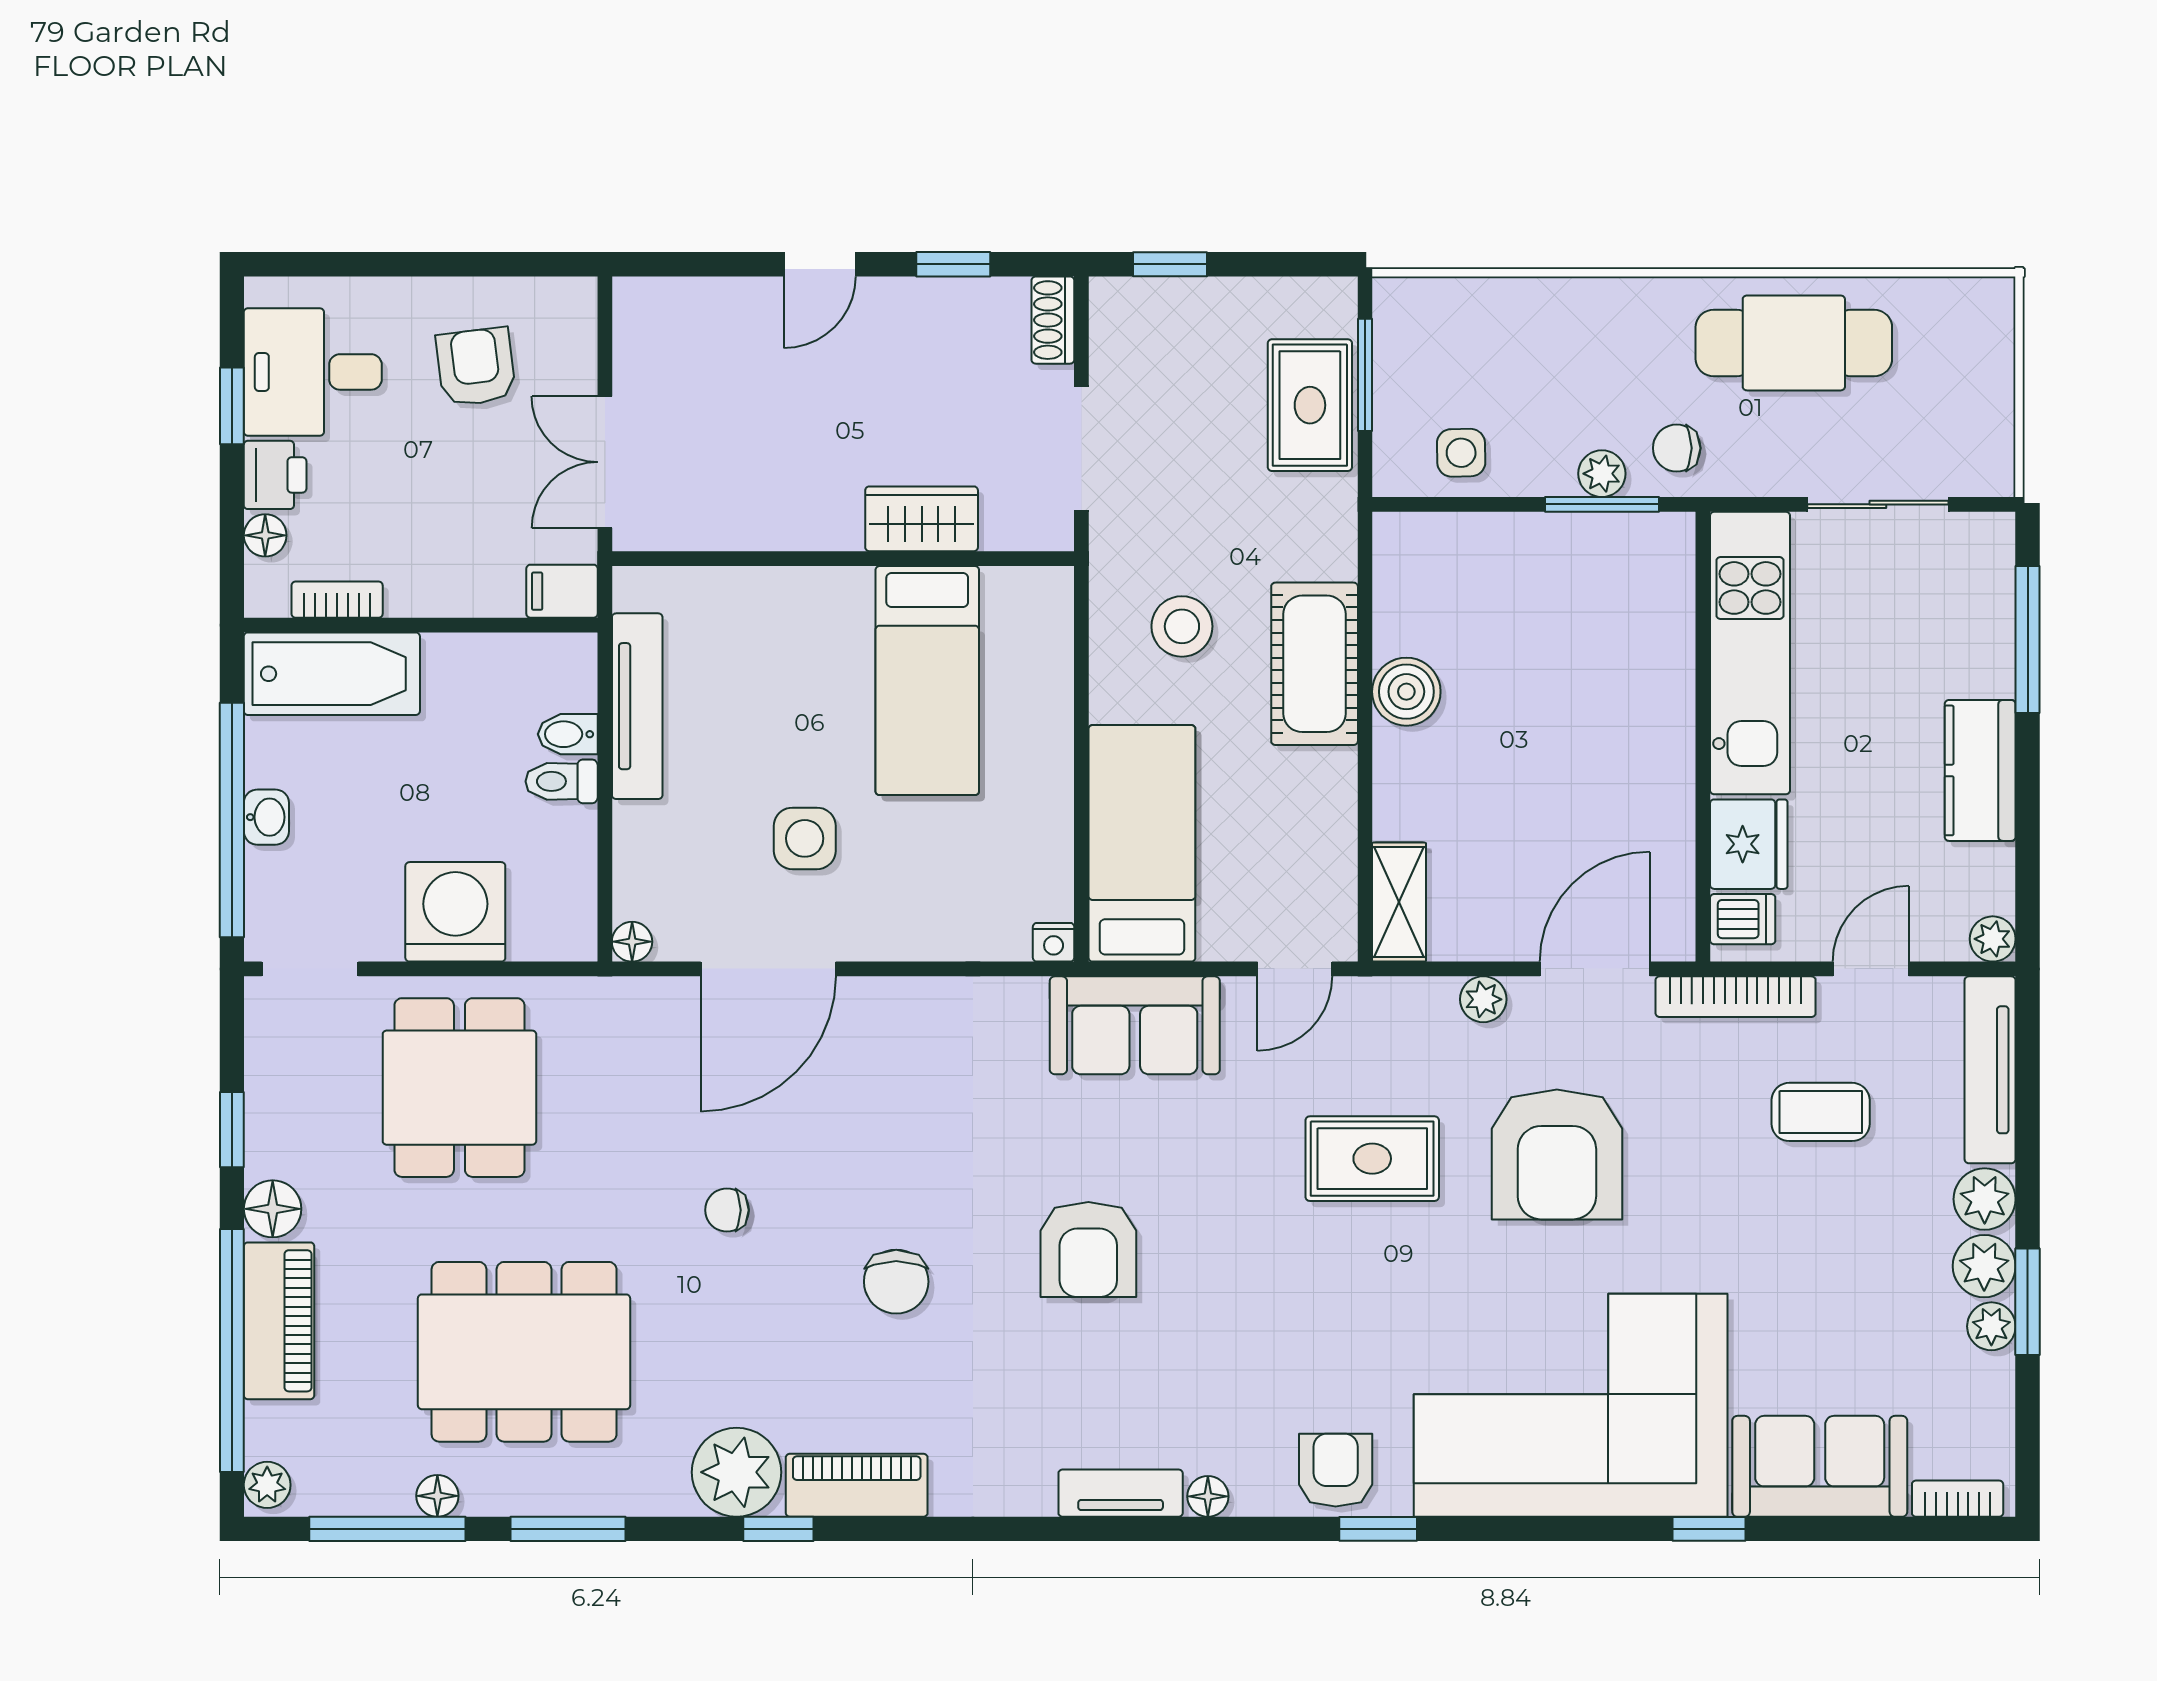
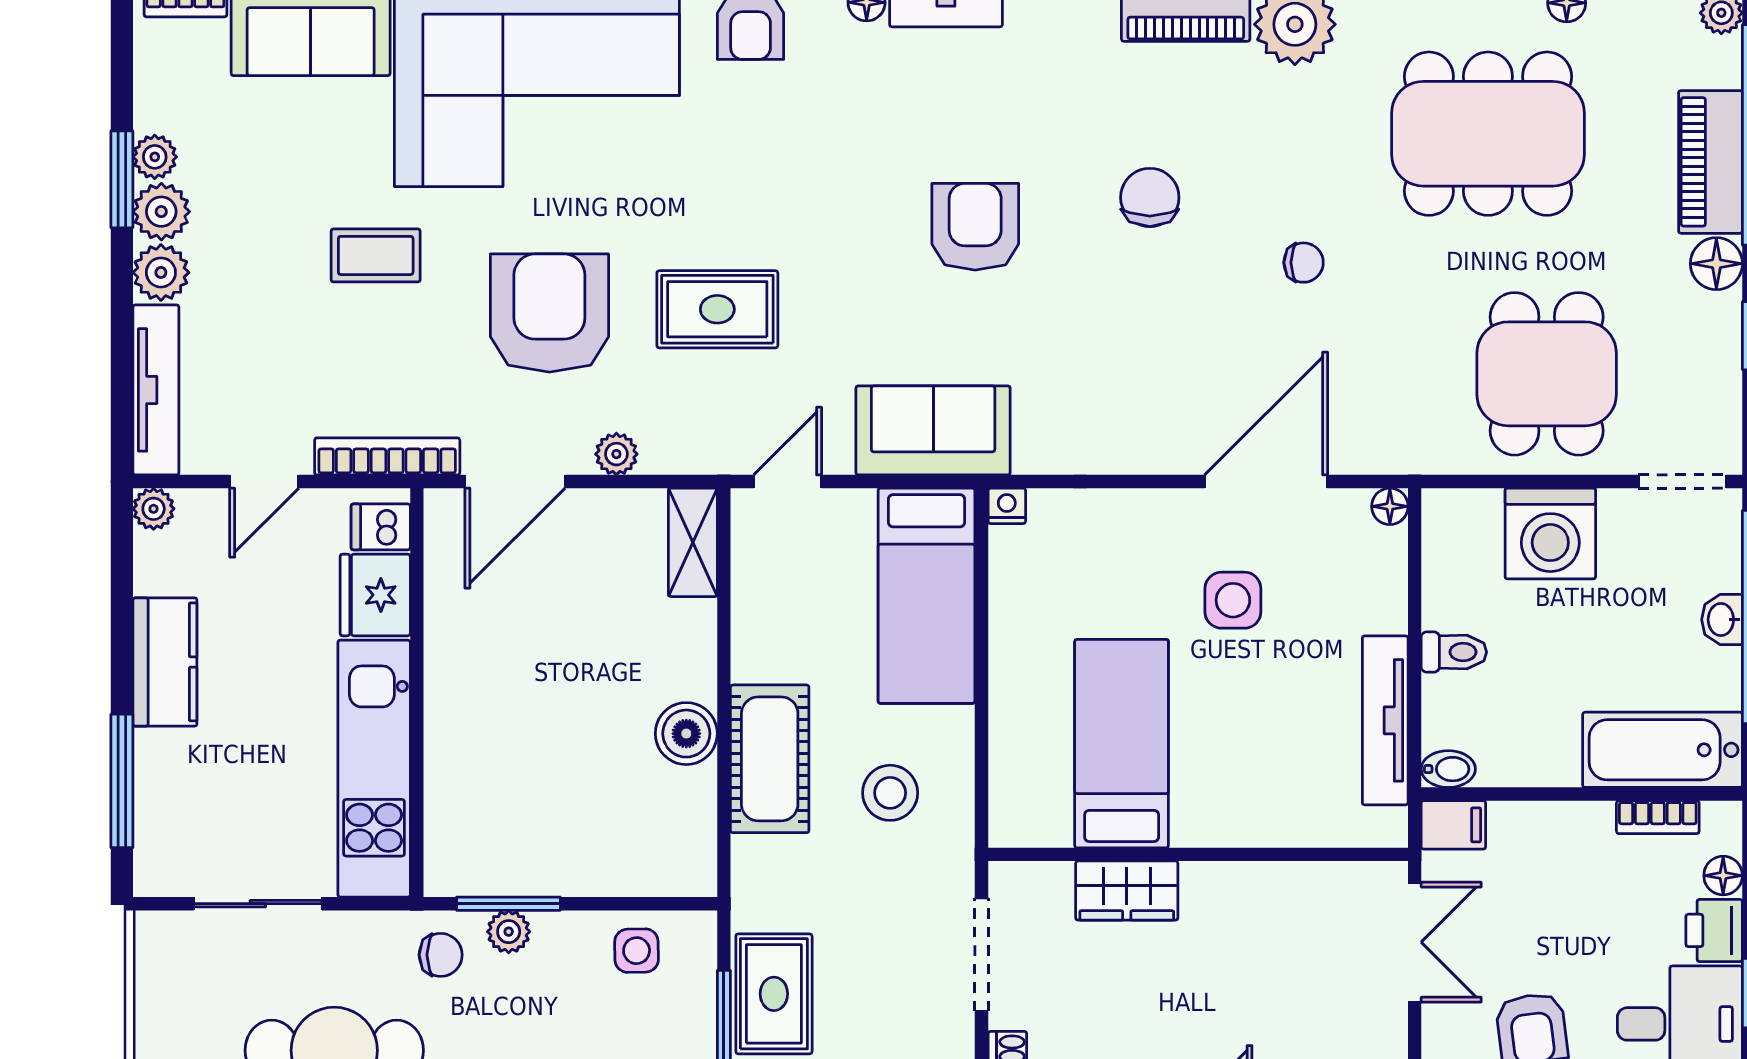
bidet: (568, 734) -> (1448, 769), moved
coffee table: (1821, 1112) -> (376, 255), moved

